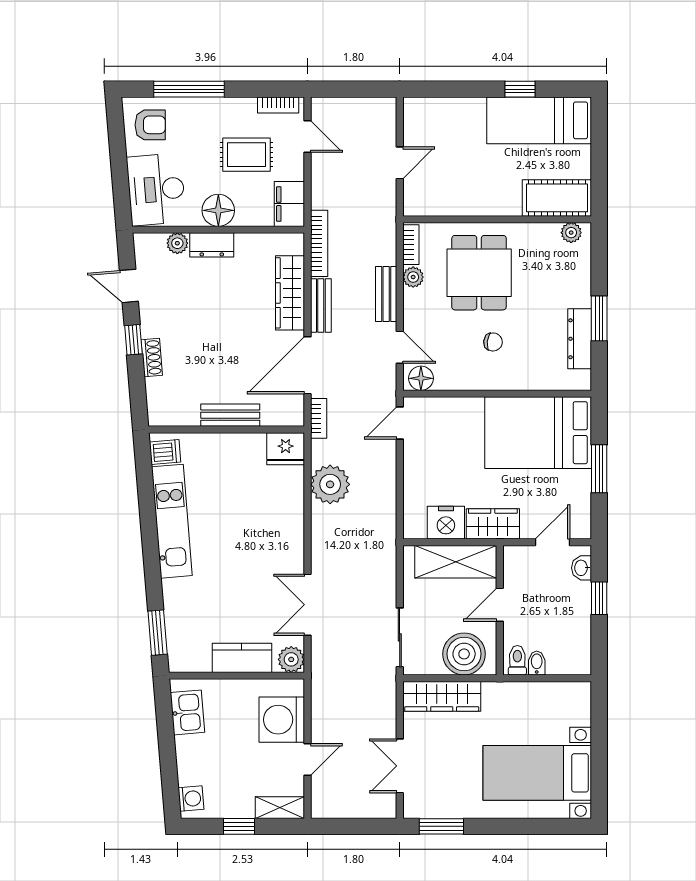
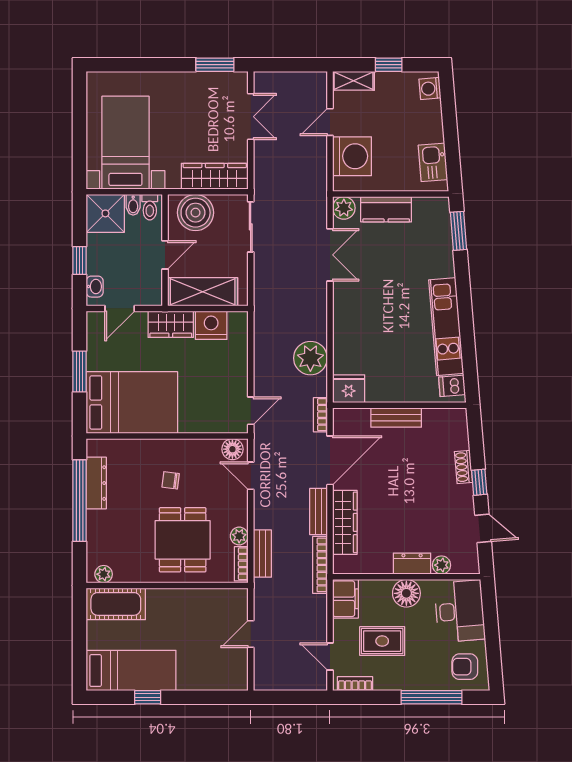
bench: (386, 294) -> (262, 554), moved
window: (599, 318) -> (80, 501), width x2.11
shower: (569, 653) -> (105, 213), added
bed with nightstands: (537, 773) -> (125, 143), moved, turned -90

